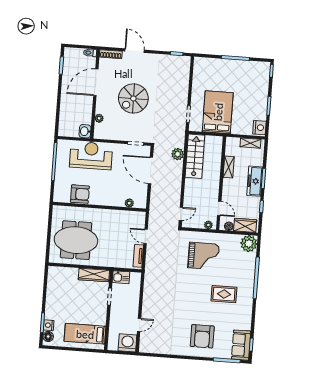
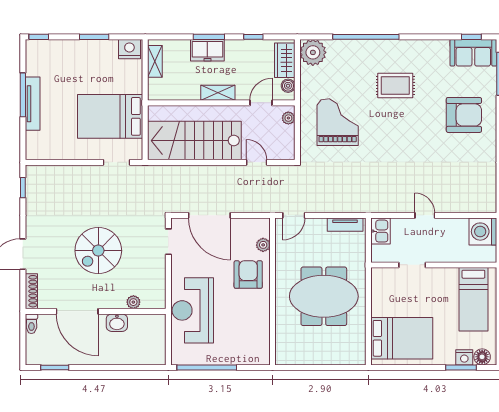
tv unit: (229, 64) -> (33, 104), added
spiral stairs: (133, 98) -> (98, 251), turned 90
washbasin: (85, 131) -> (117, 323), moved
plant: (178, 154) -> (181, 175), removed
stairs: (195, 156) -> (194, 141), width x1.36, depth x1.51
shelving: (229, 167) -> (218, 93), moved
door: (150, 170) -> (209, 215), hinge flipped
freezer: (255, 181) -> (207, 50), width x0.71
armchair: (80, 194) -> (248, 275), moved
door: (181, 214) -> (257, 162), moved
door: (146, 236) -> (294, 215), moved
meeting table: (76, 240) -> (324, 296), moved, turned 90
wardrobe: (94, 275) -> (380, 292), removed
kitchen sink: (121, 277) -> (380, 231), moved
bed: (64, 286) -> (402, 338), added
rug: (224, 294) -> (395, 86), turned 90
door: (139, 325) -> (425, 215), moved

